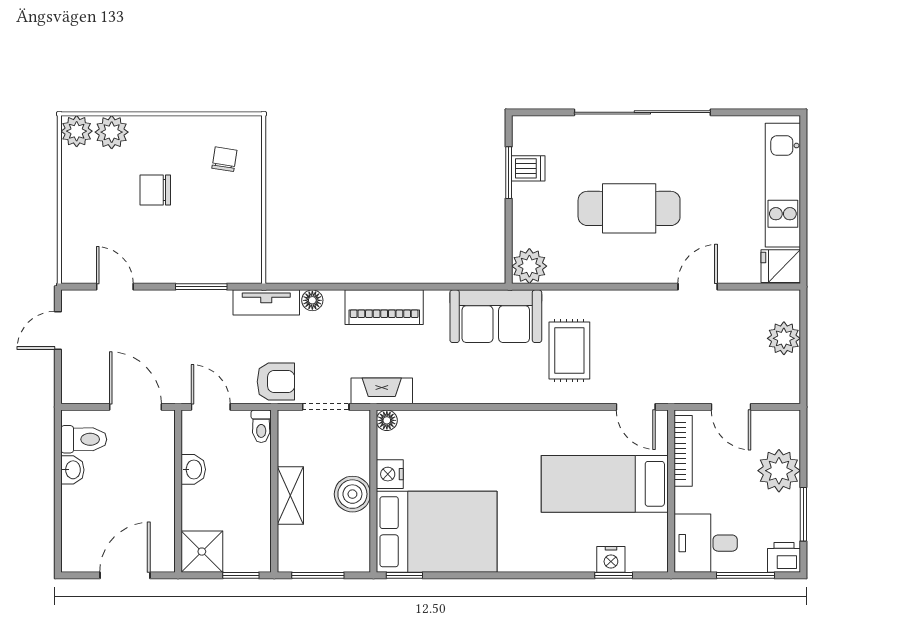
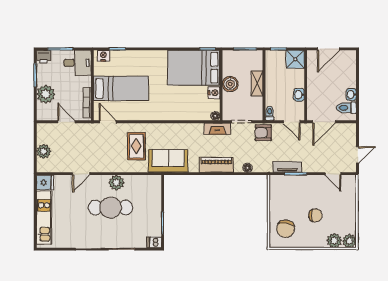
chair: (224, 159) -> (286, 229), width x1.87, depth x1.87
dishwasher: (528, 168) -> (154, 242), moved
plant: (529, 266) -> (116, 183), moved
tv unit: (266, 302) -> (287, 167), moved
door: (135, 407) -> (324, 122), hinge flipped
nightstand: (611, 559) -> (103, 56), moved

